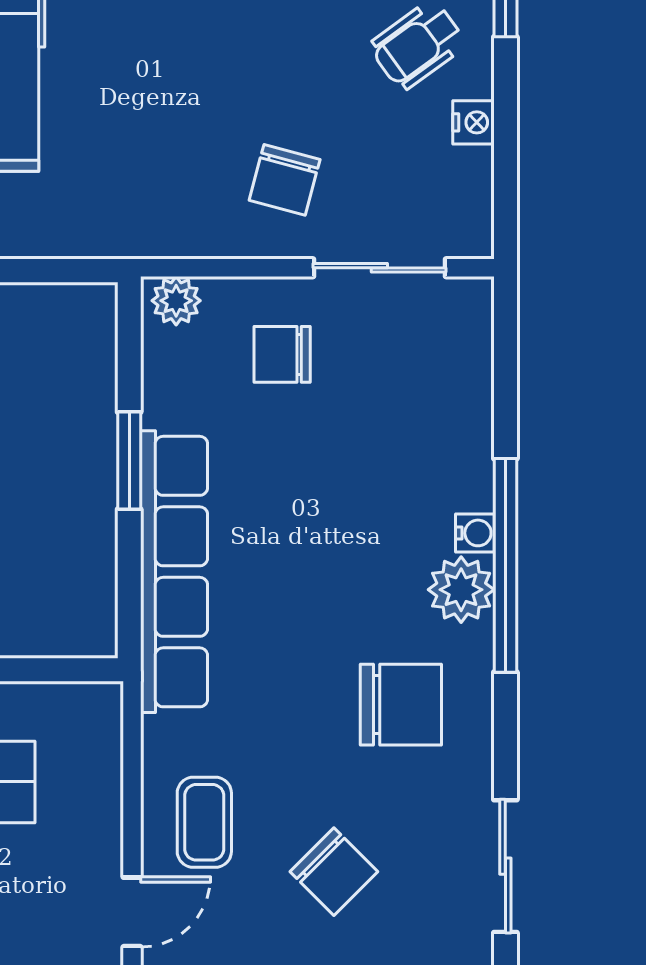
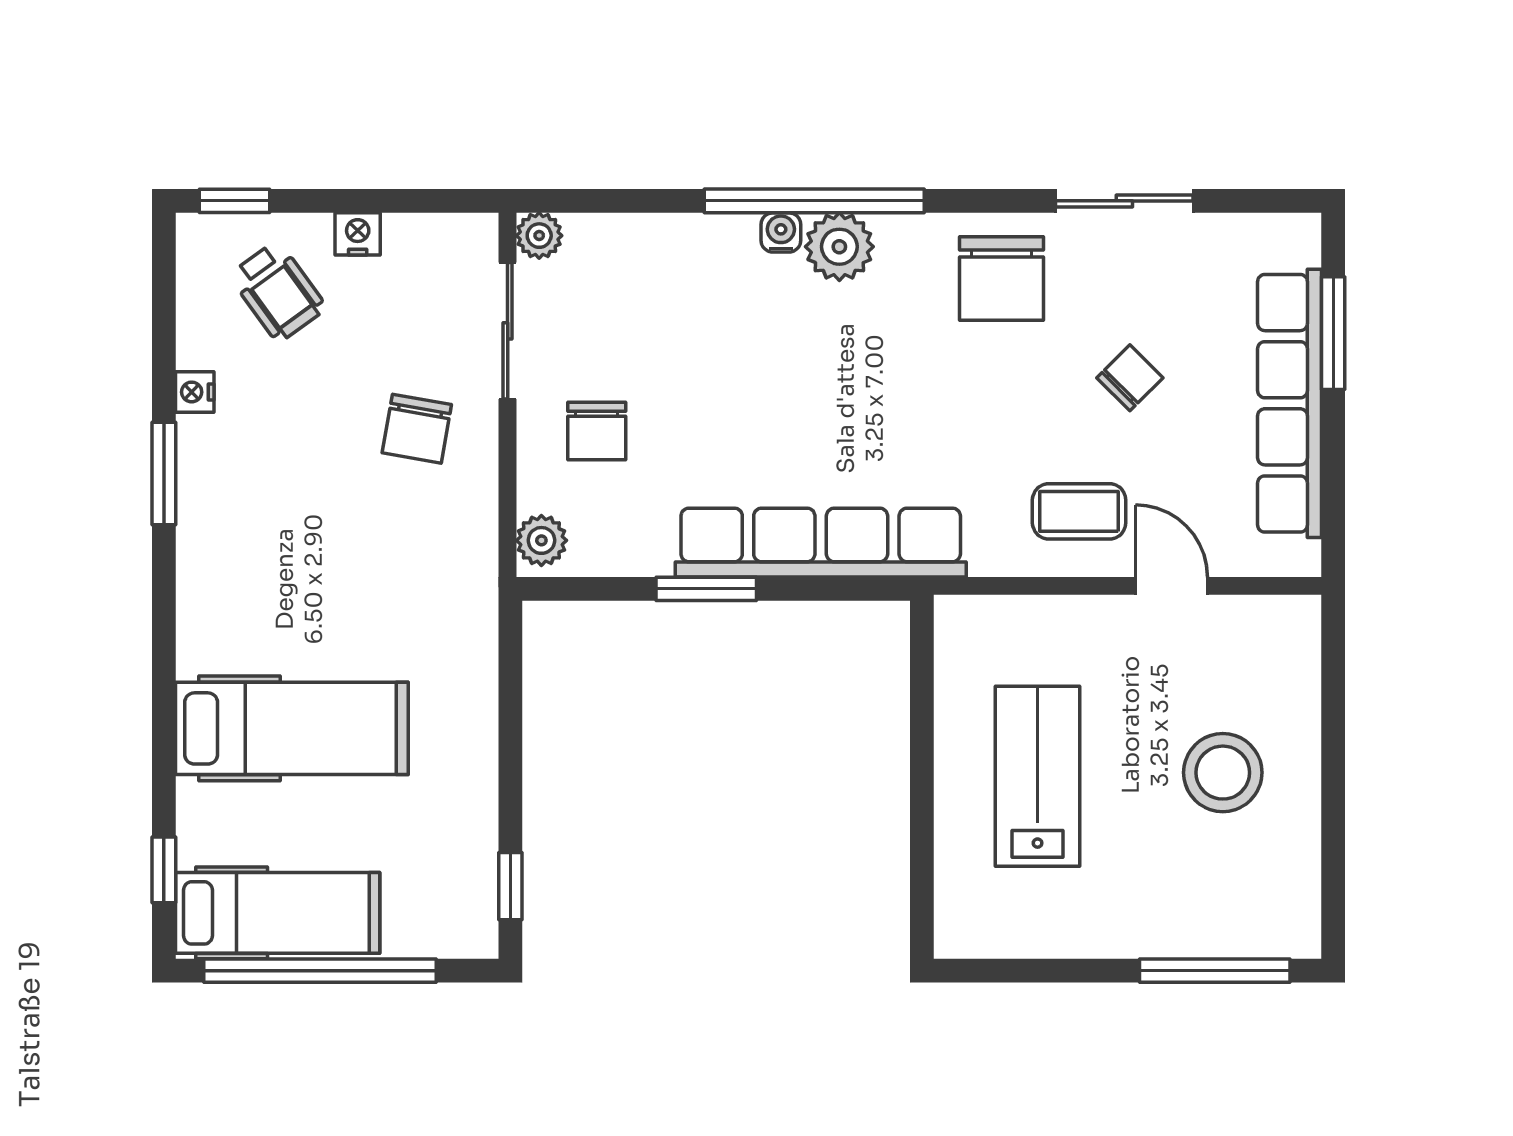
chair: (285, 180) -> (417, 429), turned 85
plant: (472, 298) -> (539, 236), added
chair: (401, 705) -> (1001, 279), moved, turned 180
chair: (334, 872) -> (1130, 378), width x0.73, depth x0.73

